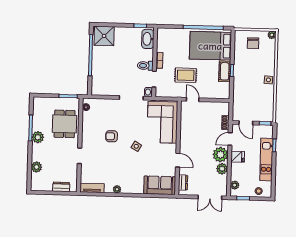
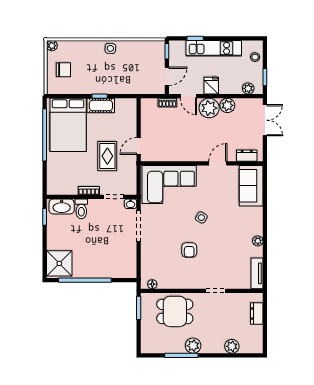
toilet: (145, 66) -> (81, 209), moved

